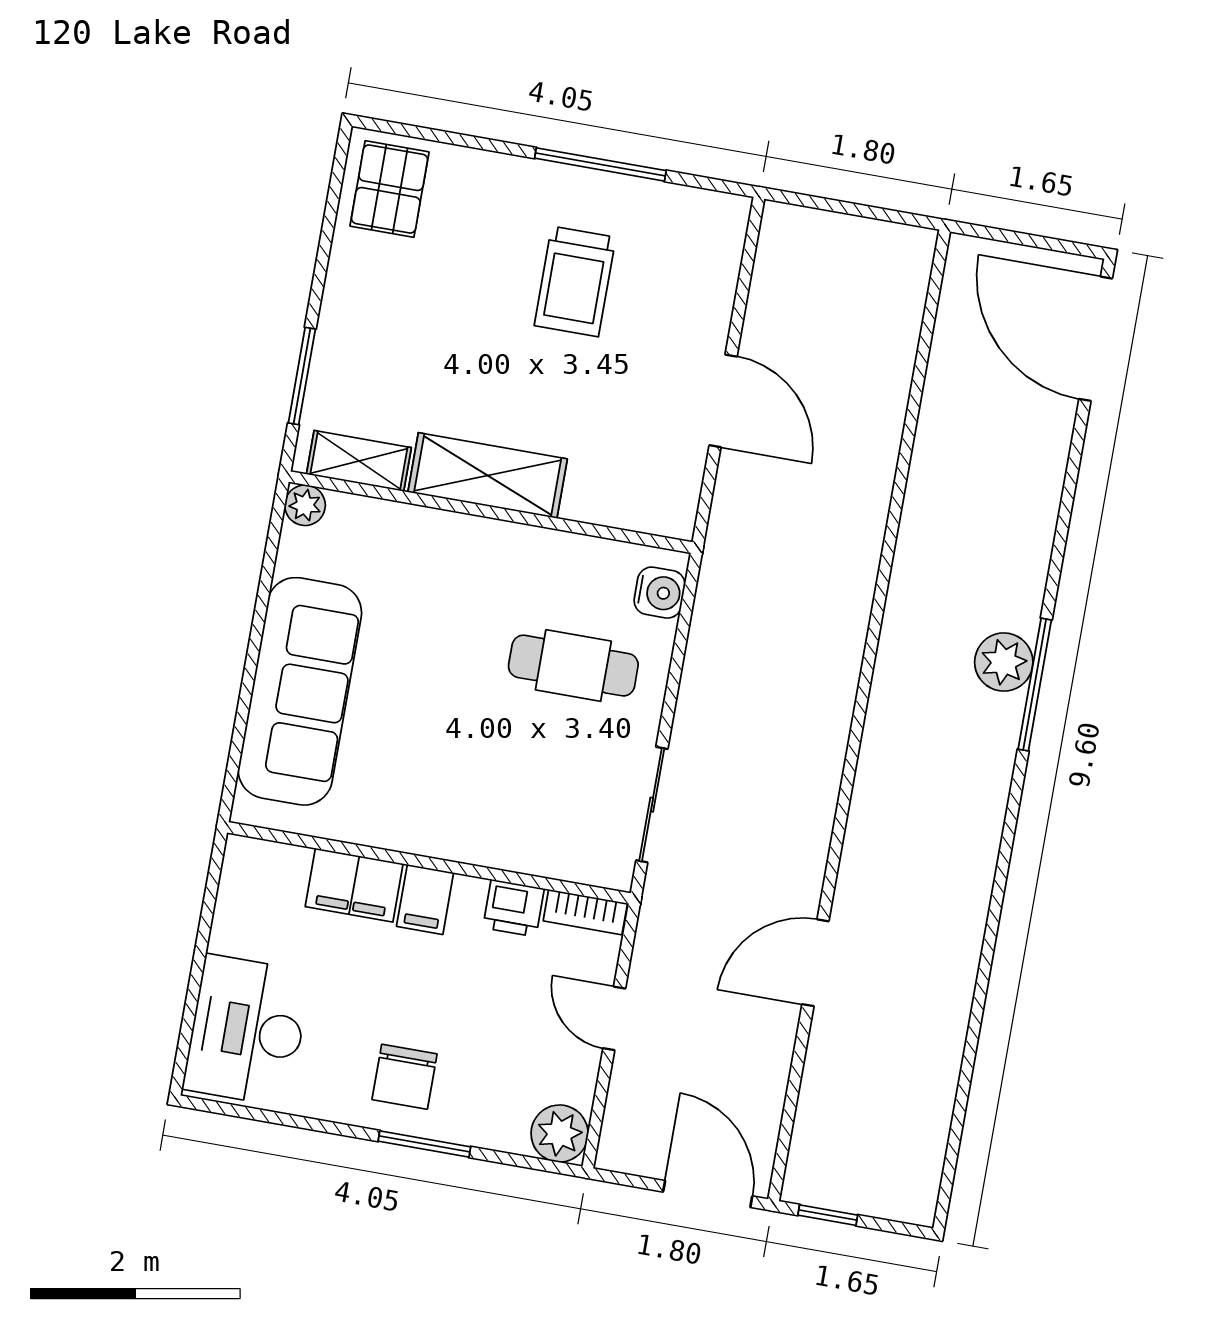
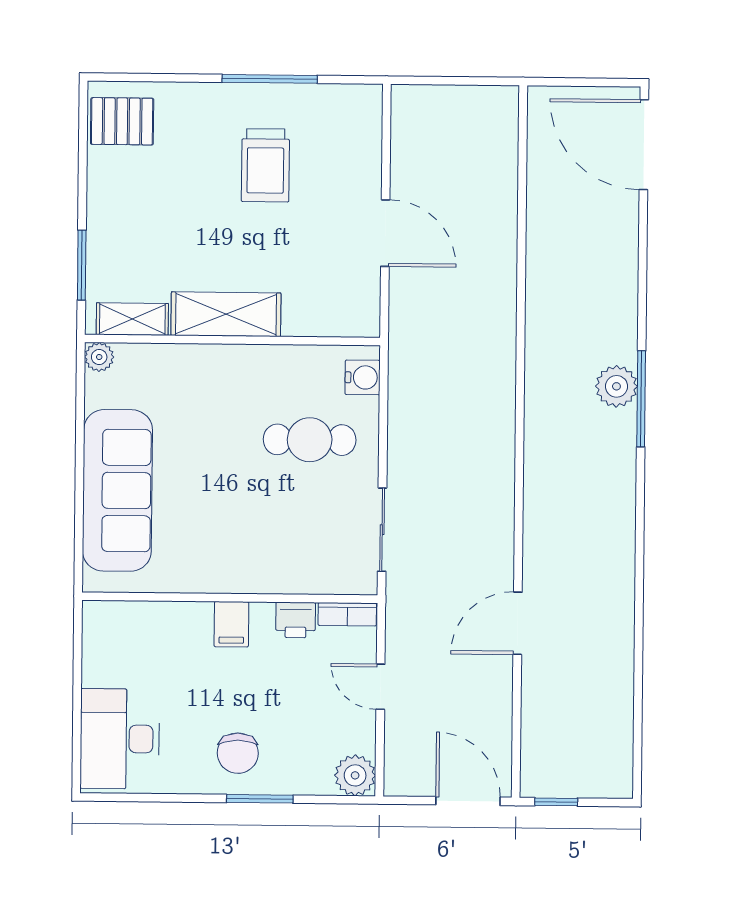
pallet: (389, 189) -> (122, 121), turned 90
filing cabinet: (354, 885) -> (179, 622), removed

